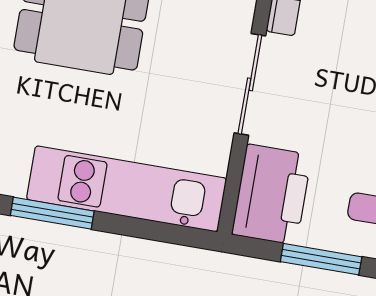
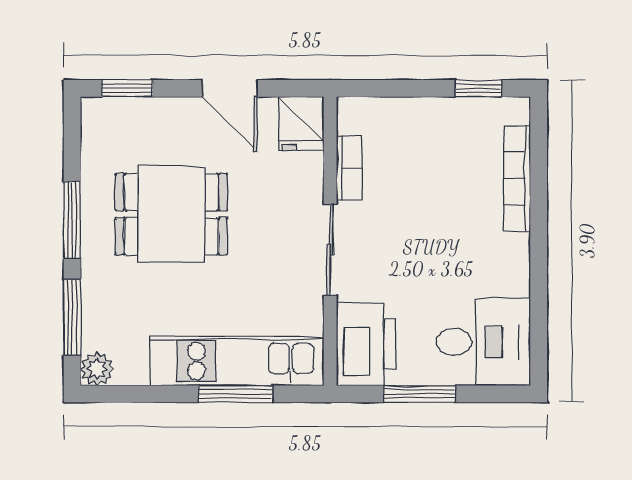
window: (52, 213) -> (236, 394), moved

